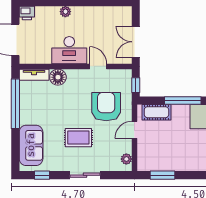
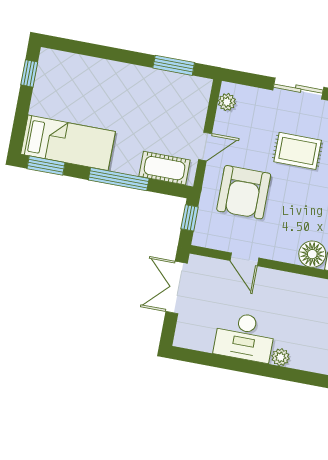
double door: (136, 42) -> (177, 287), swing flipped
desk: (69, 50) -> (245, 337), moved, turned 180

